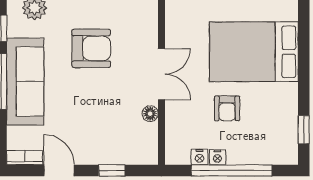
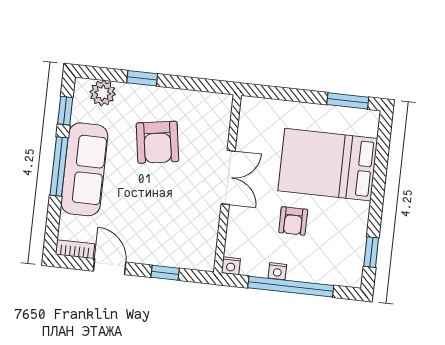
armchair: (91, 48) -> (157, 142), turned 81
floor lamp: (150, 114) -> (212, 218), removed
nightstand: (200, 157) -> (231, 266), moved

